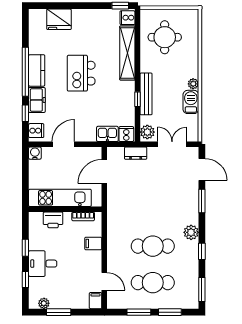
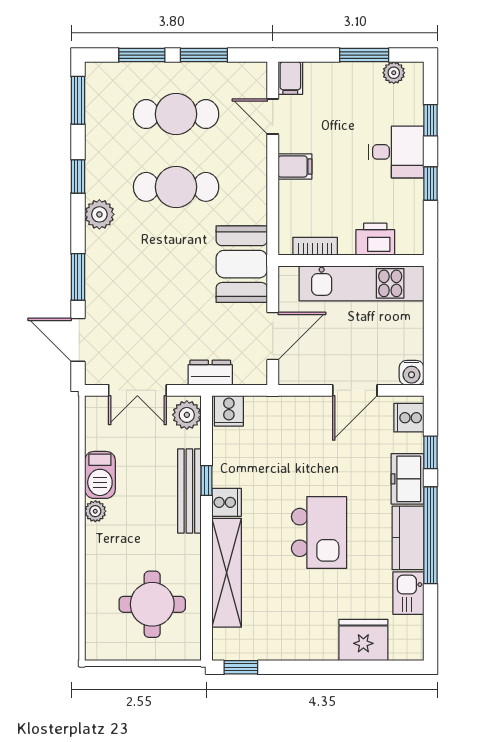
cooker: (127, 18) -> (227, 502), moved
kitchen sink: (107, 134) -> (408, 593), moved, turned 90
booth: (120, 207) -> (242, 264), added
filing cabinet: (93, 244) -> (295, 167), moved

